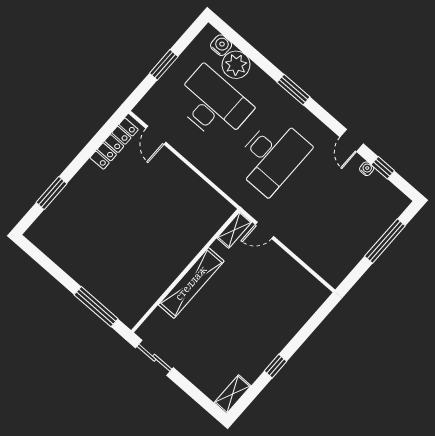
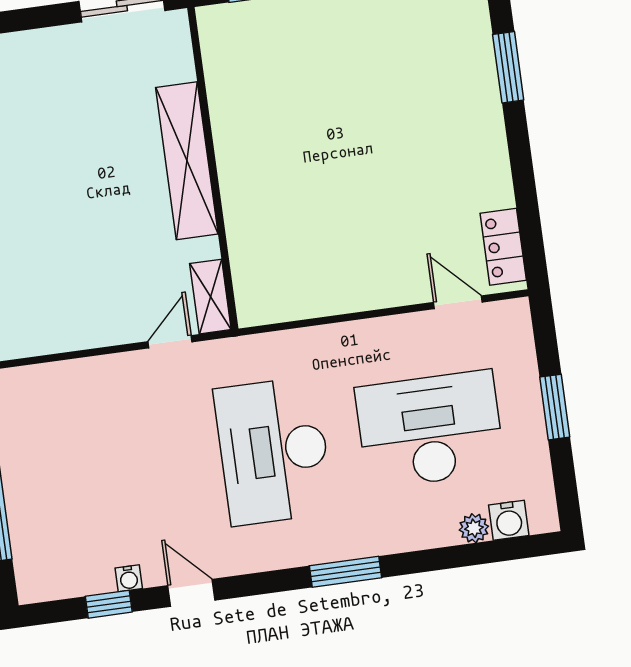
plant: (236, 65) -> (474, 528), width x0.53, depth x0.53
desk: (213, 104) -> (430, 429), turned 180
locker: (114, 144) -> (503, 247), width x0.66

